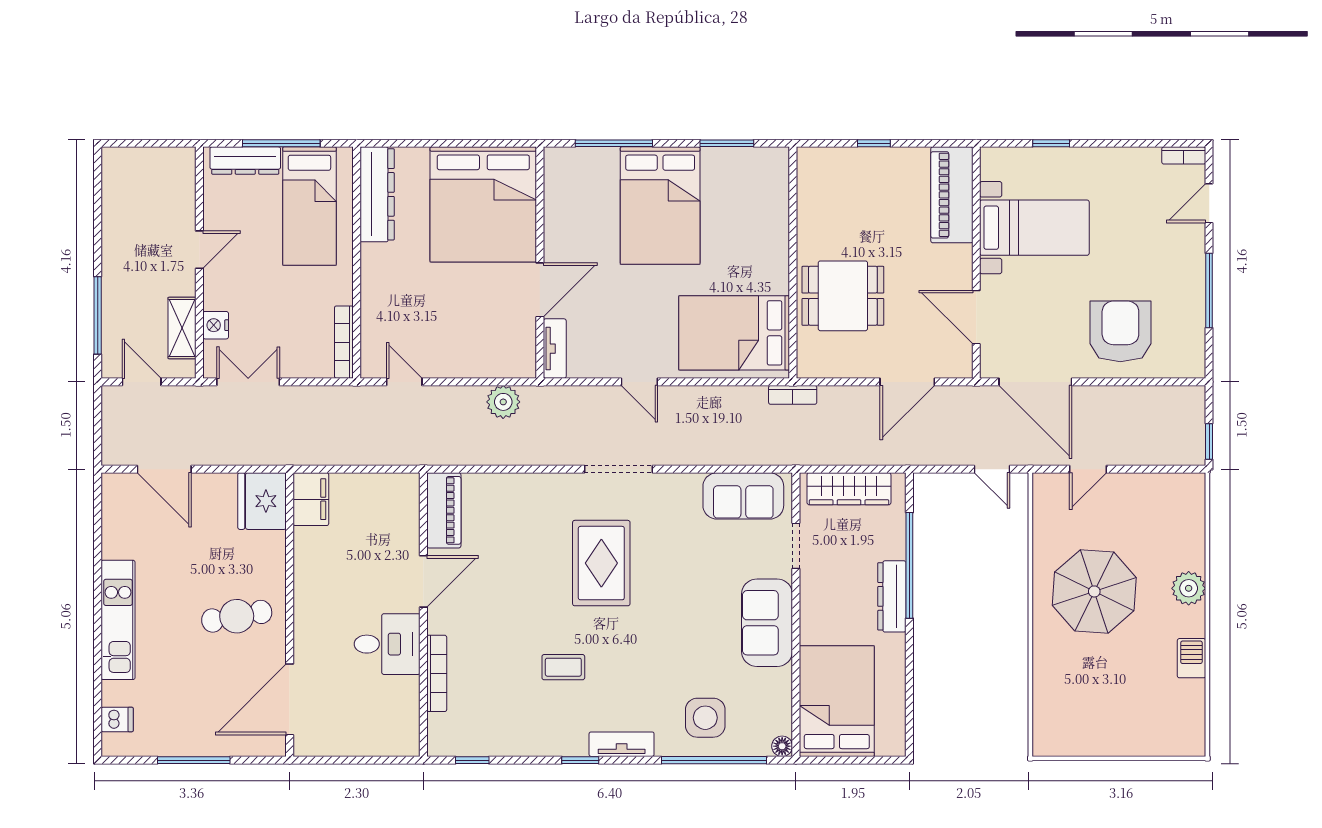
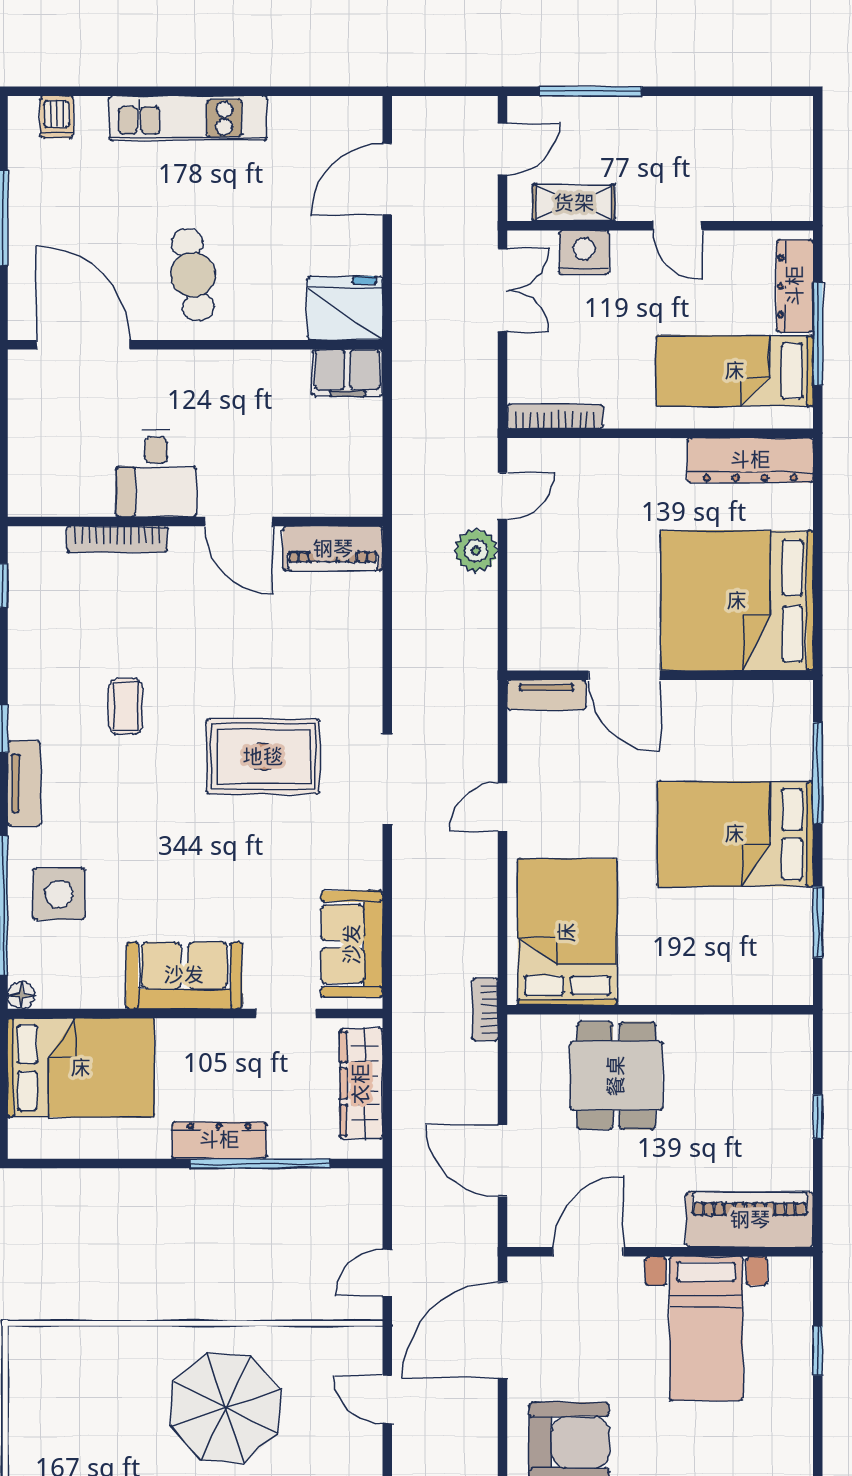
nightstand: (216, 325) -> (584, 253), width x1.36, depth x1.33
plant: (503, 402) -> (476, 550), moved

